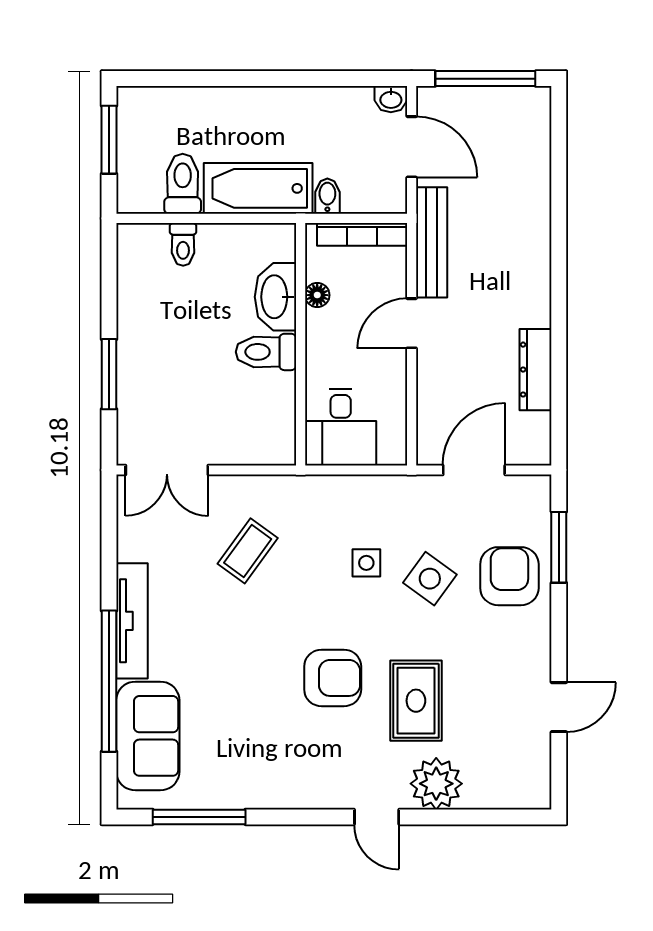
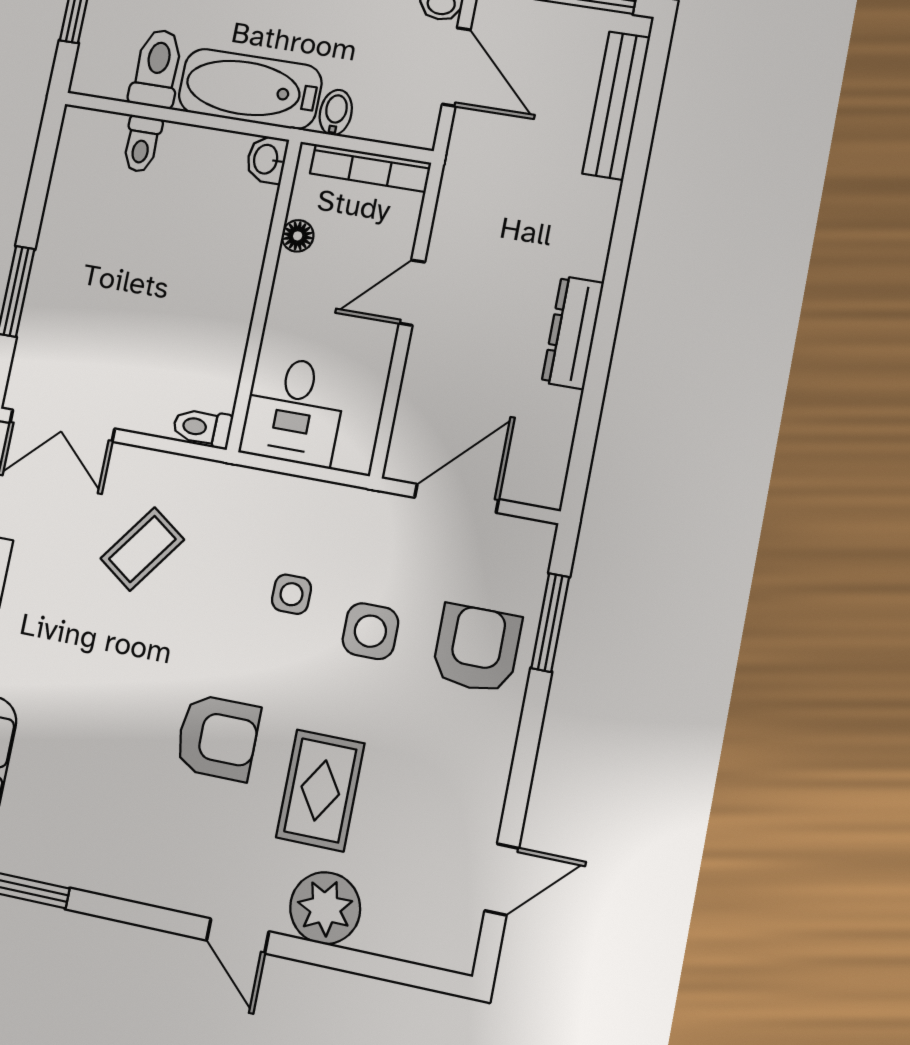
bench: (432, 242) -> (616, 106), moved
washbasin: (275, 297) -> (267, 159), moved, width x0.52, depth x0.69
toilet: (266, 352) -> (202, 428), moved, width x0.73, depth x0.72
dresser: (536, 370) -> (573, 333), moved
side table: (430, 579) -> (370, 631), turned -36
door: (559, 707) -> (502, 879), moved

